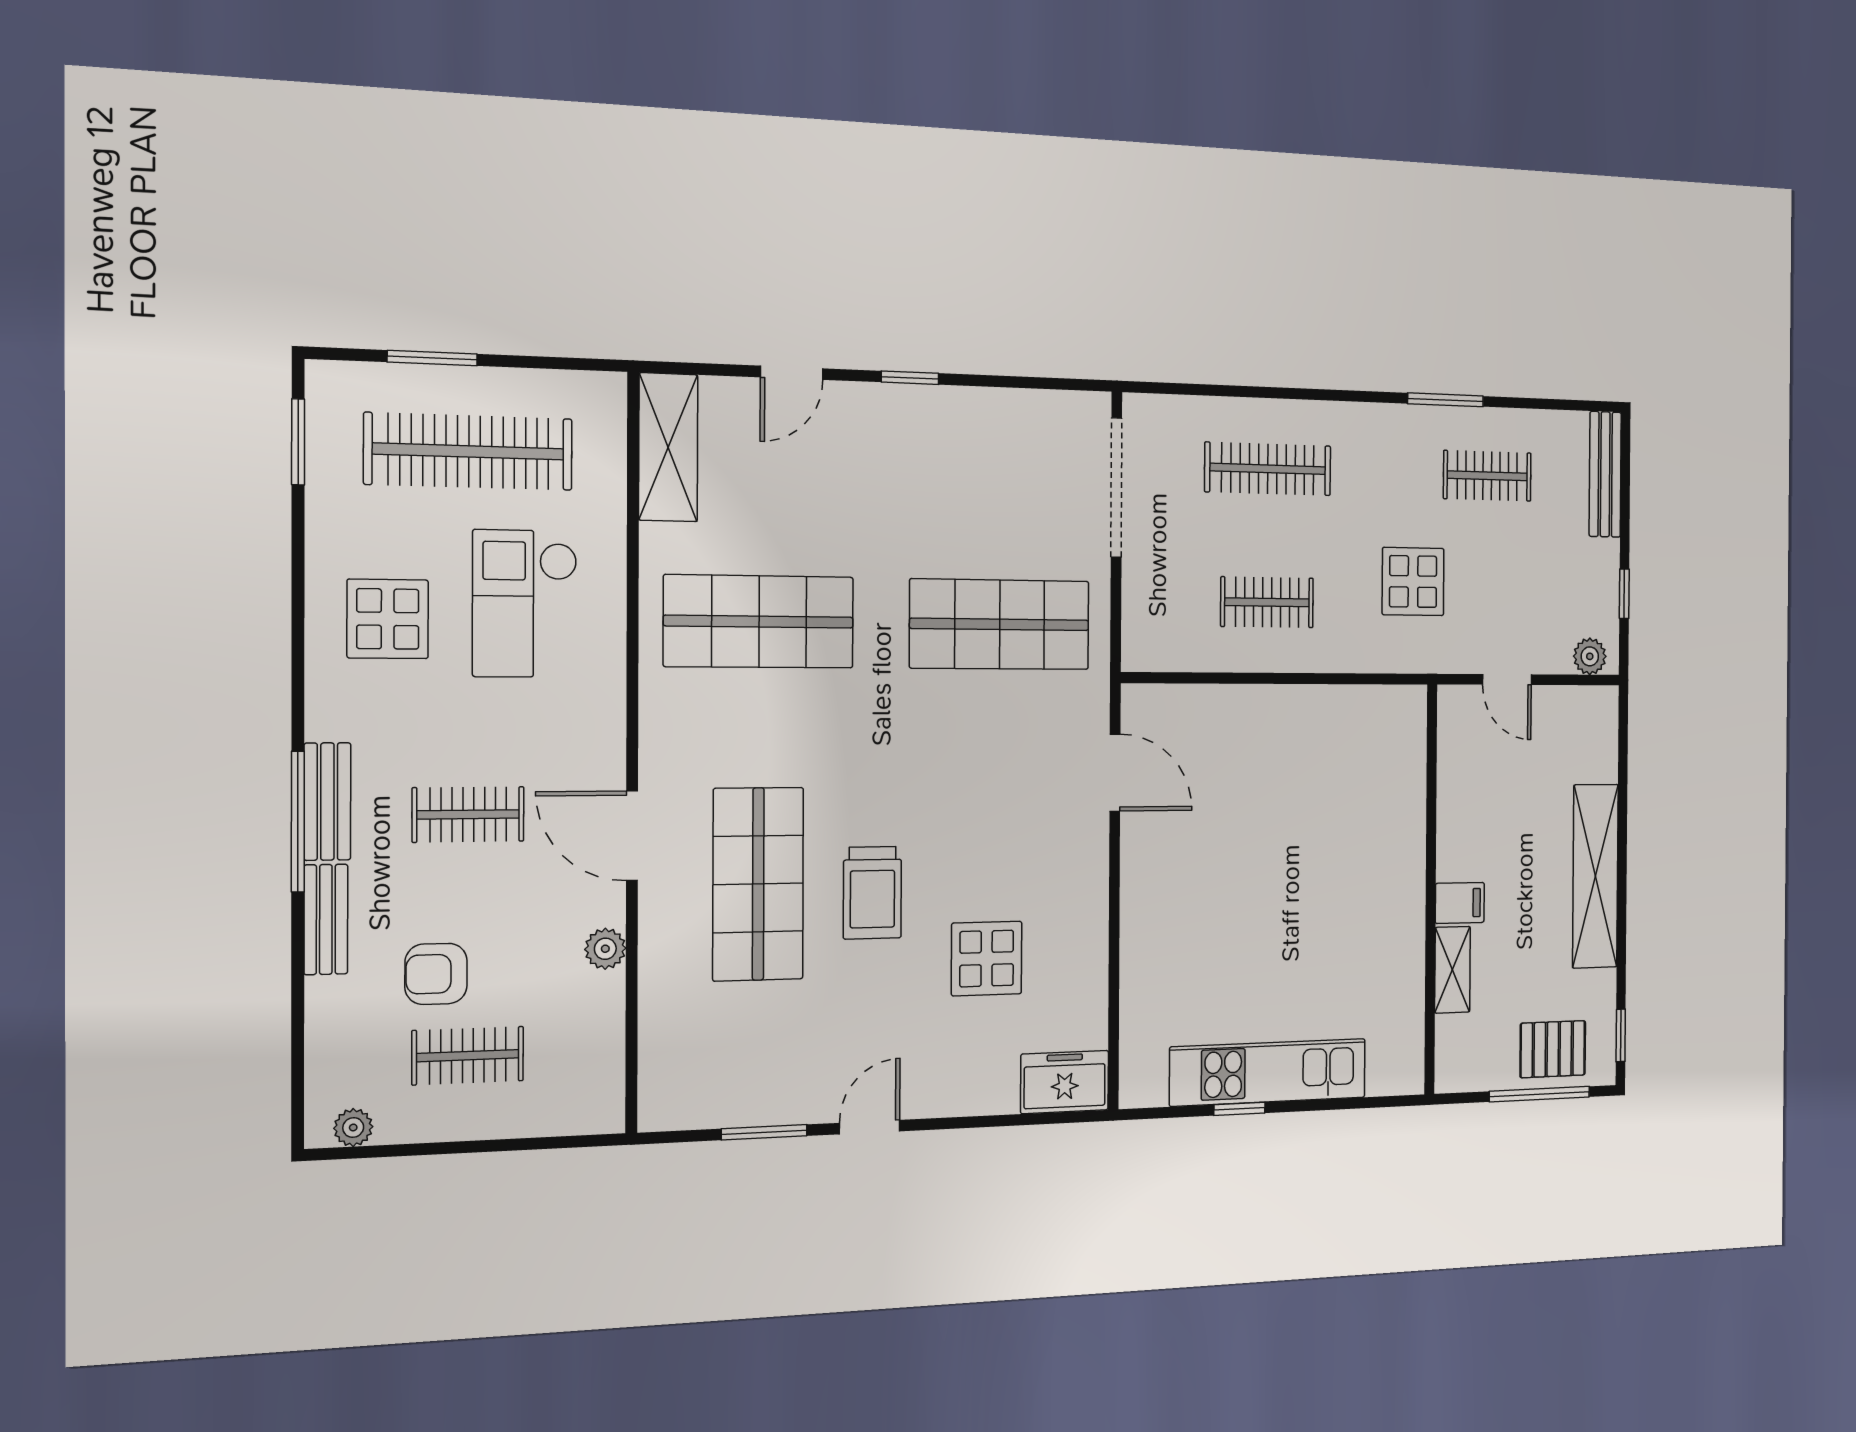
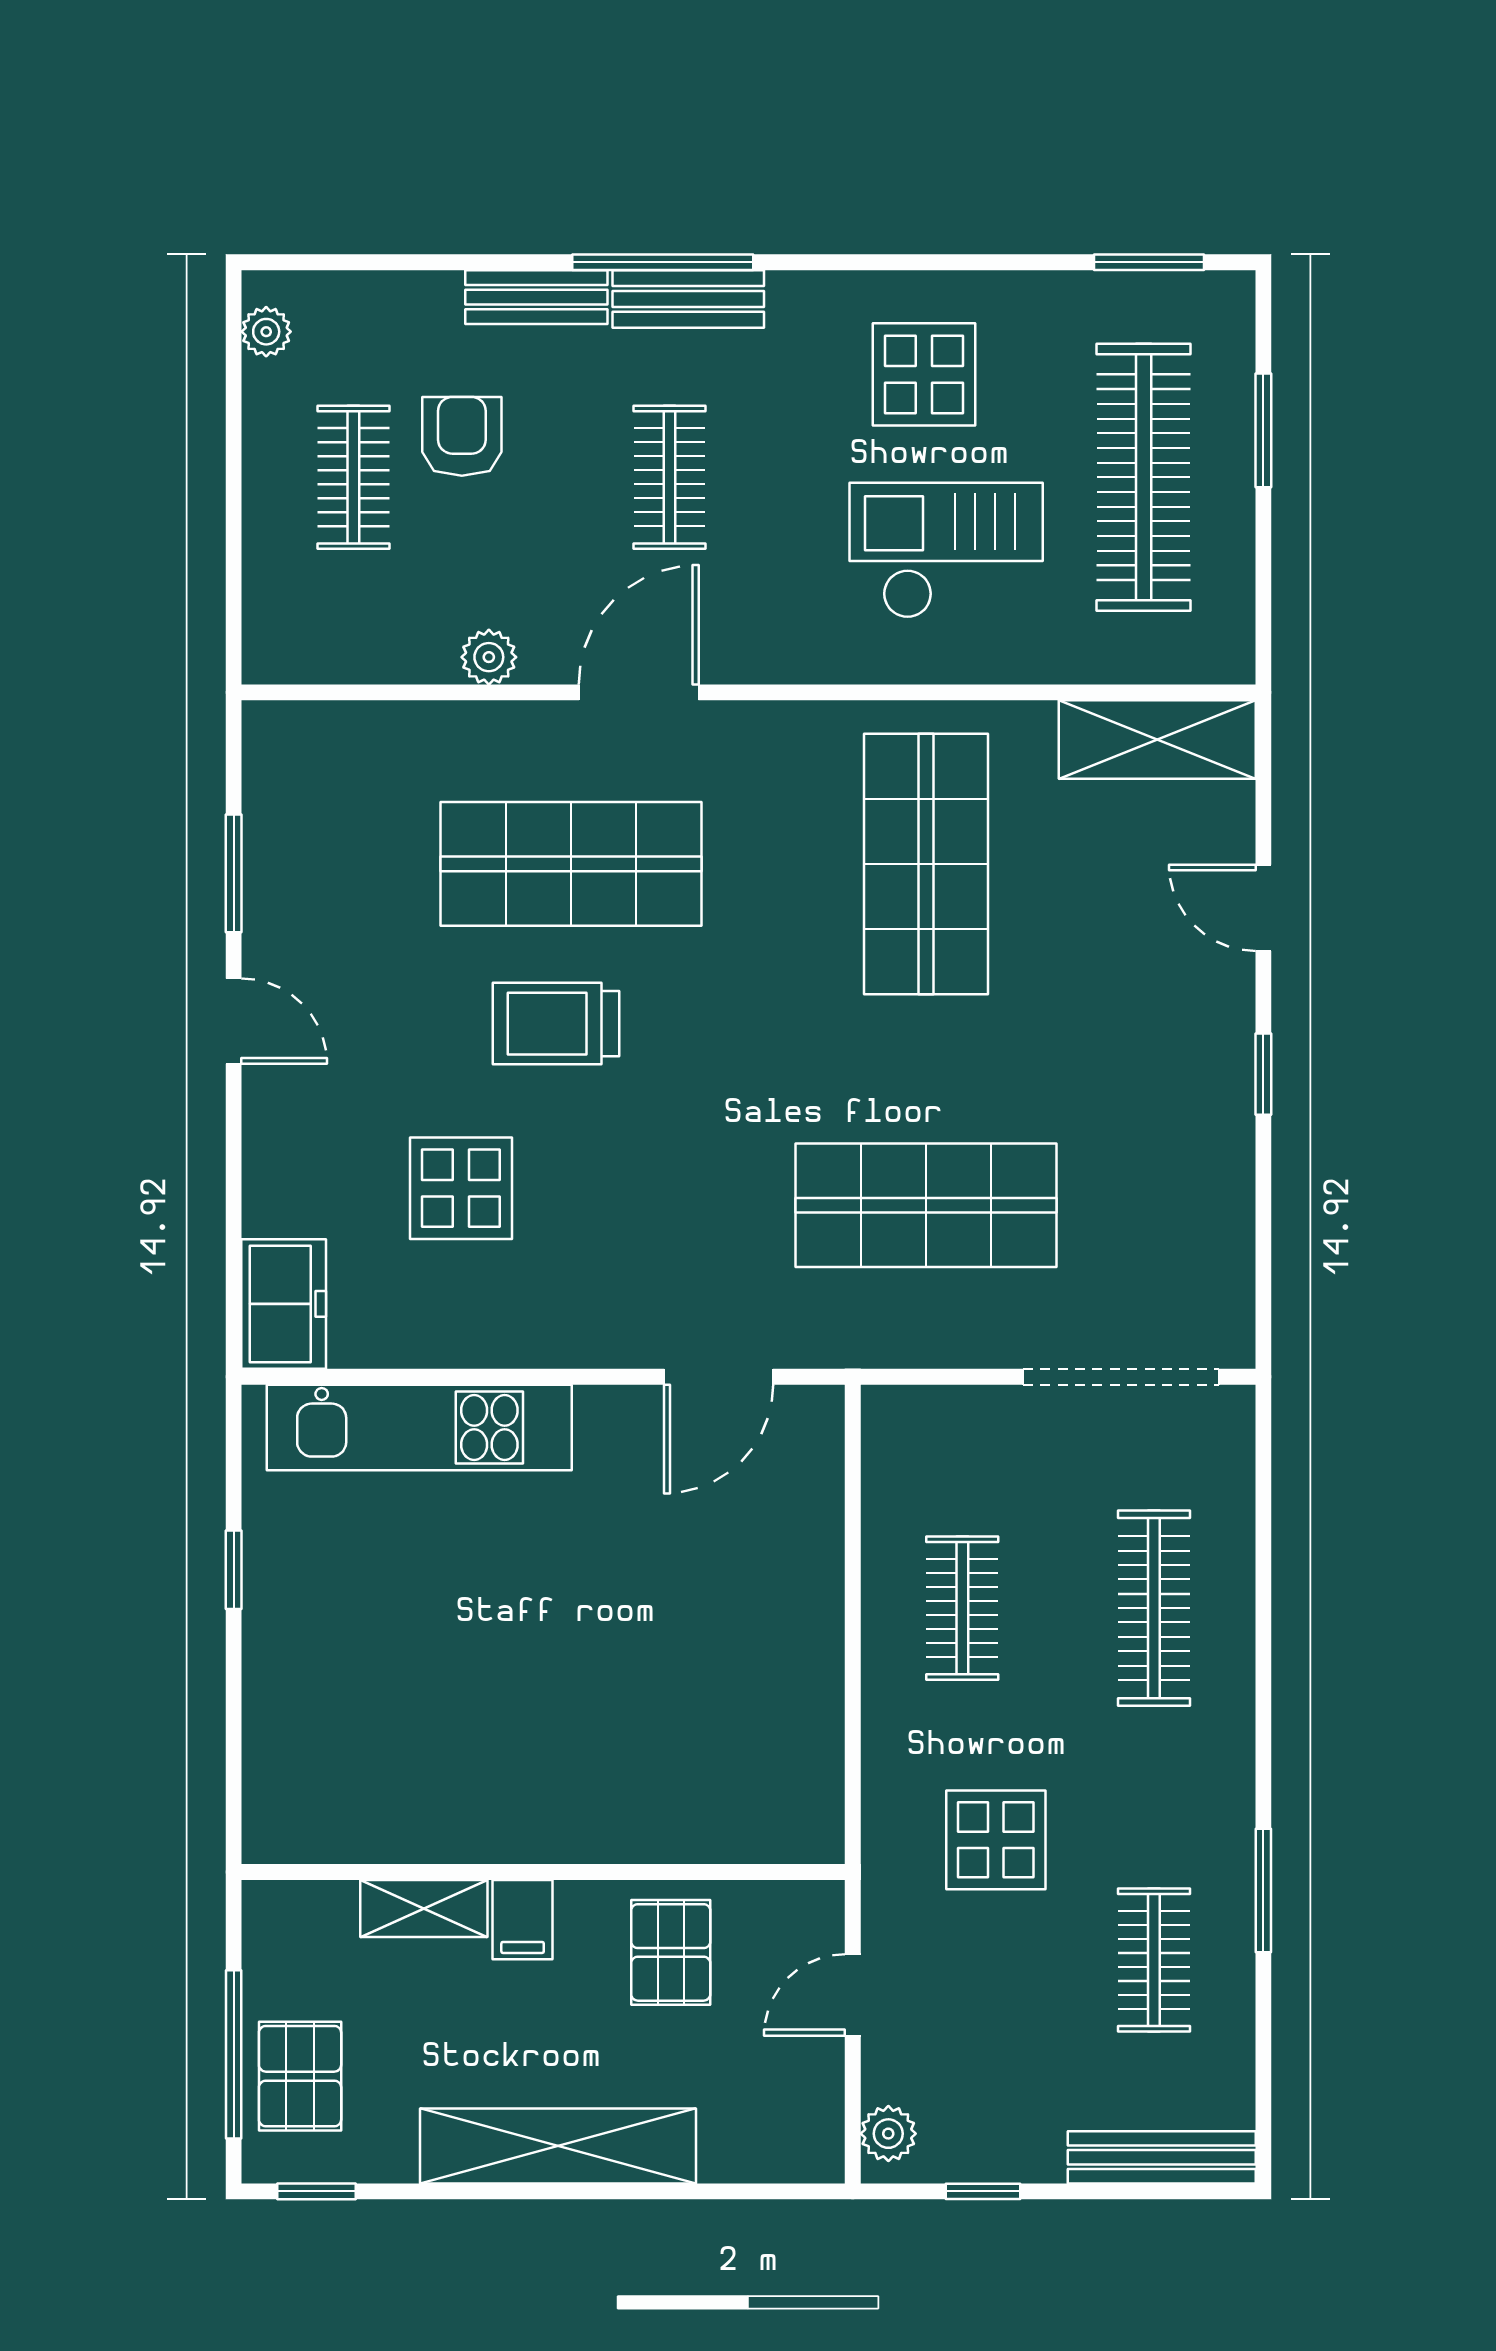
shop shelf: (1000, 624) -> (926, 1205), turned 90
pallet: (1480, 802) -> (671, 1952), added
kitchen unit: (1268, 1072) -> (419, 1428), moved, turned 90

